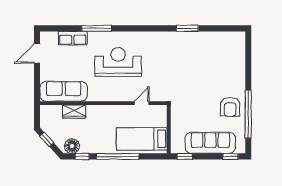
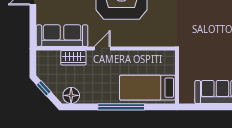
door: (142, 103) -> (102, 48), moved
window: (82, 156) -> (82, 107), removed
window: (185, 156) -> (194, 107), removed

